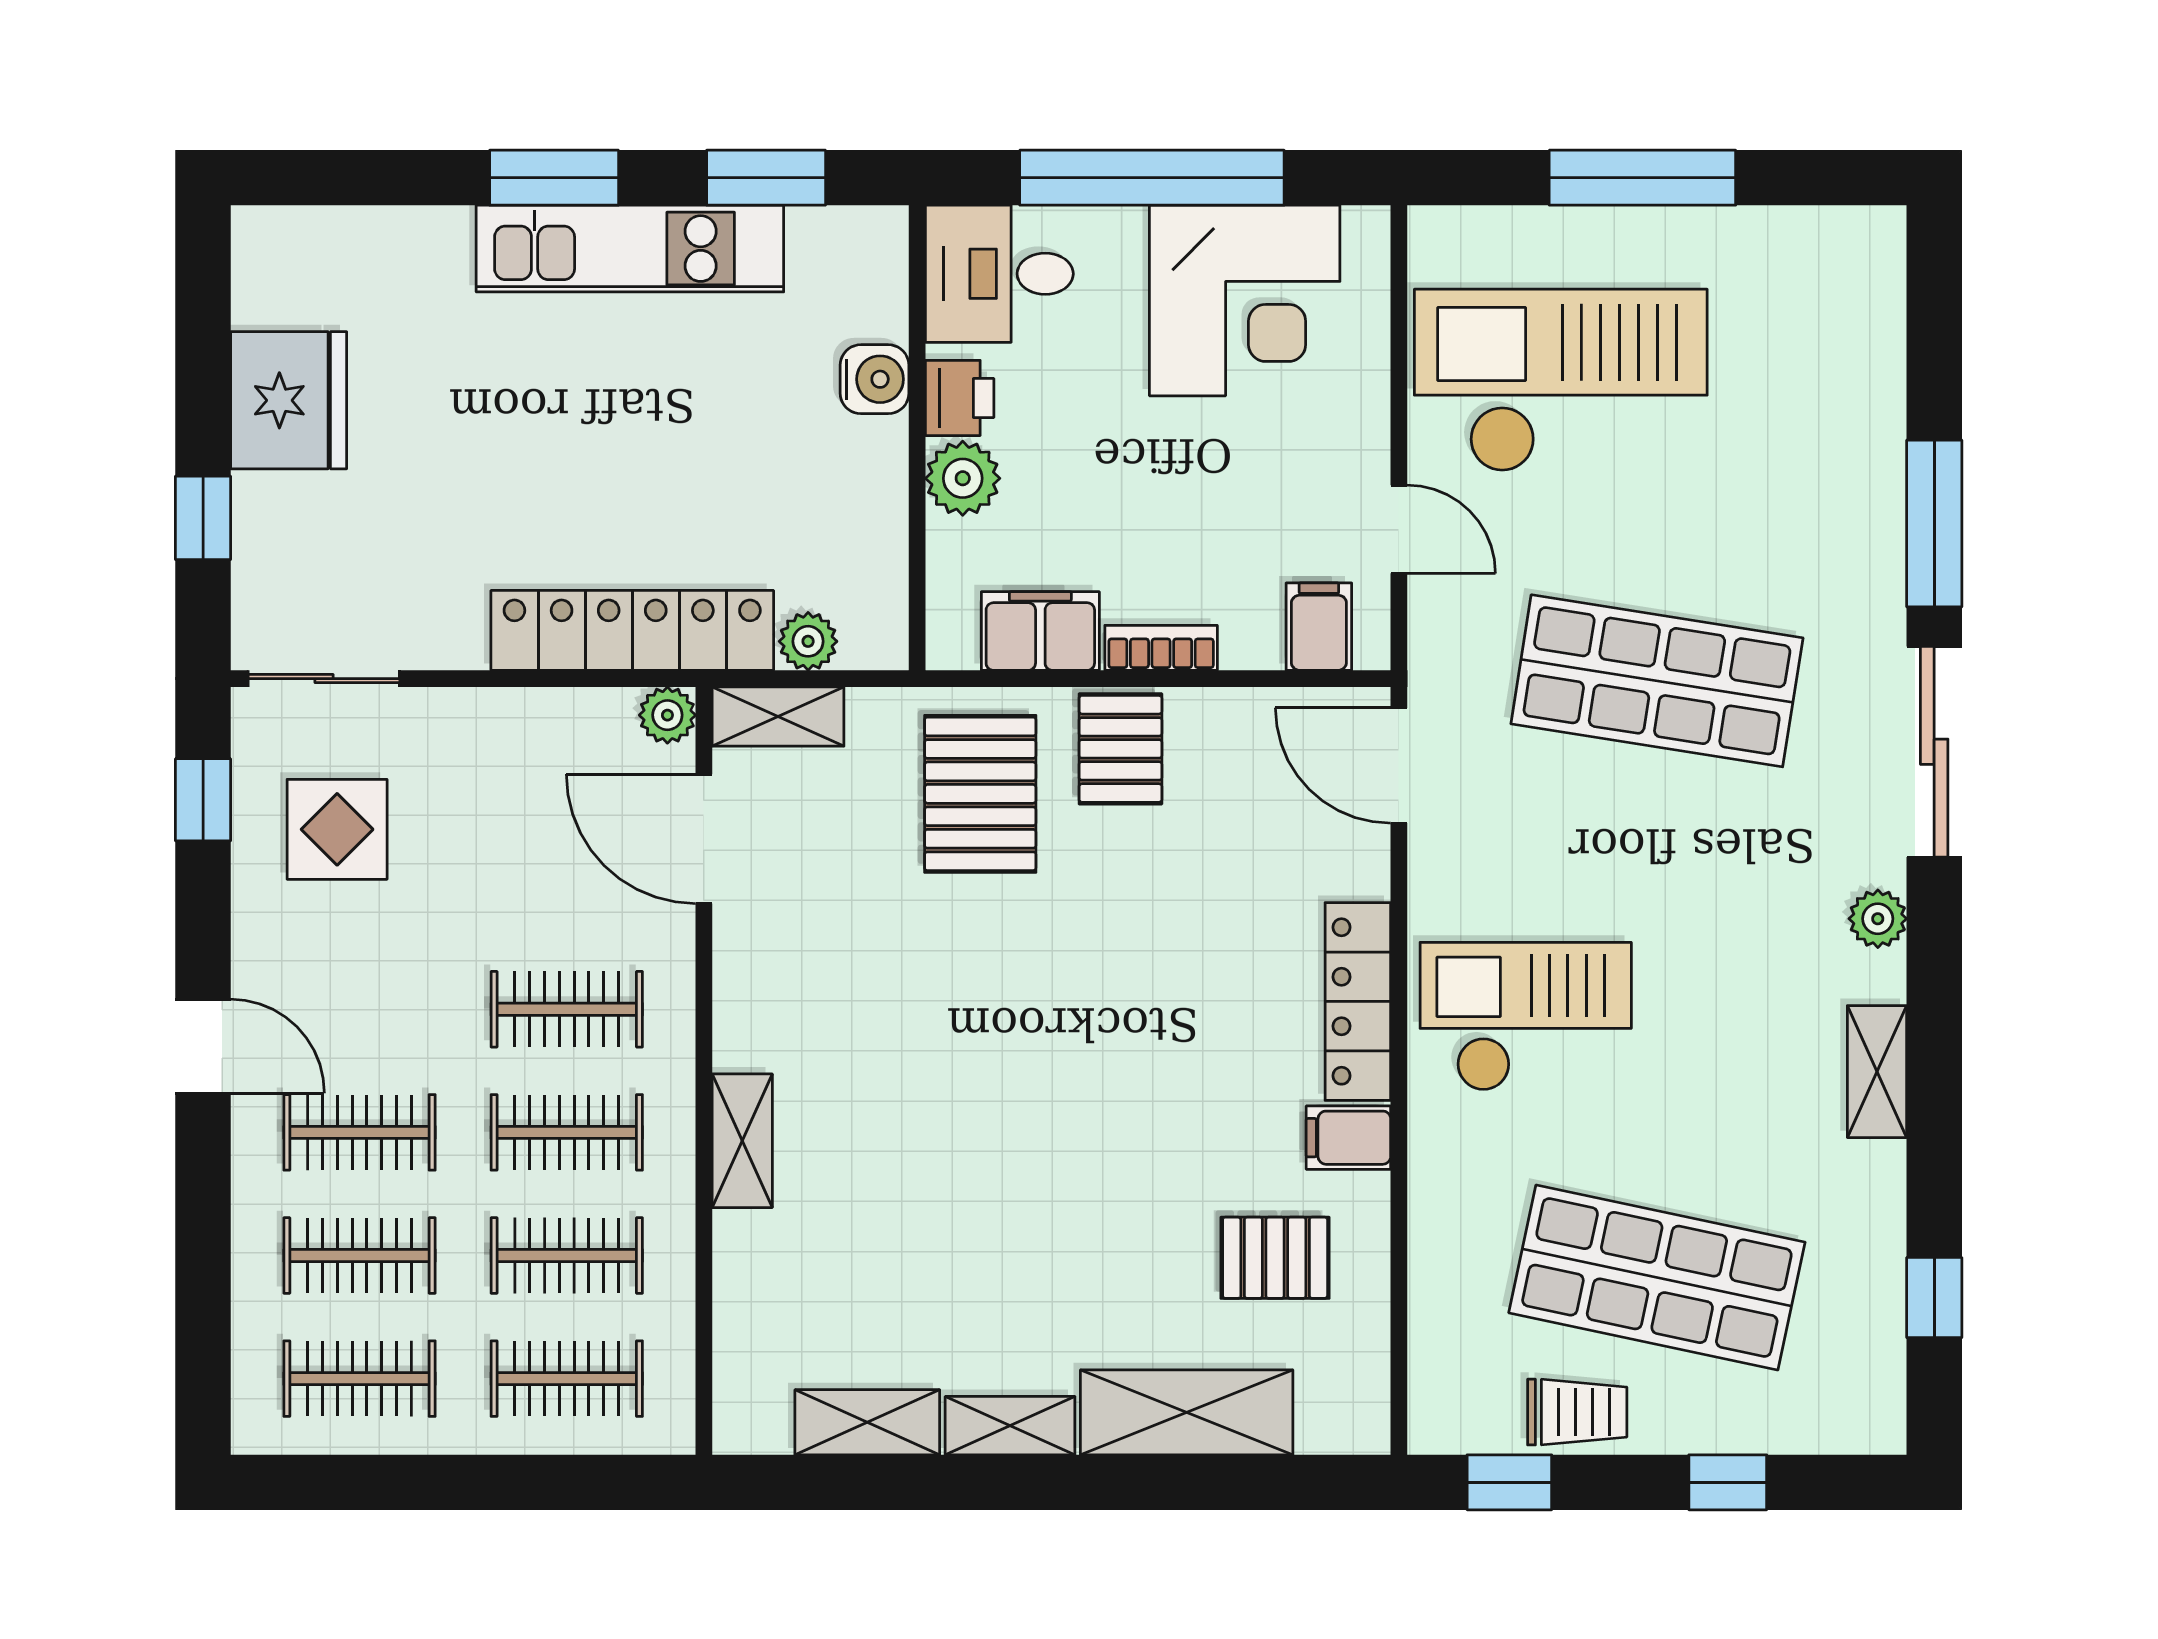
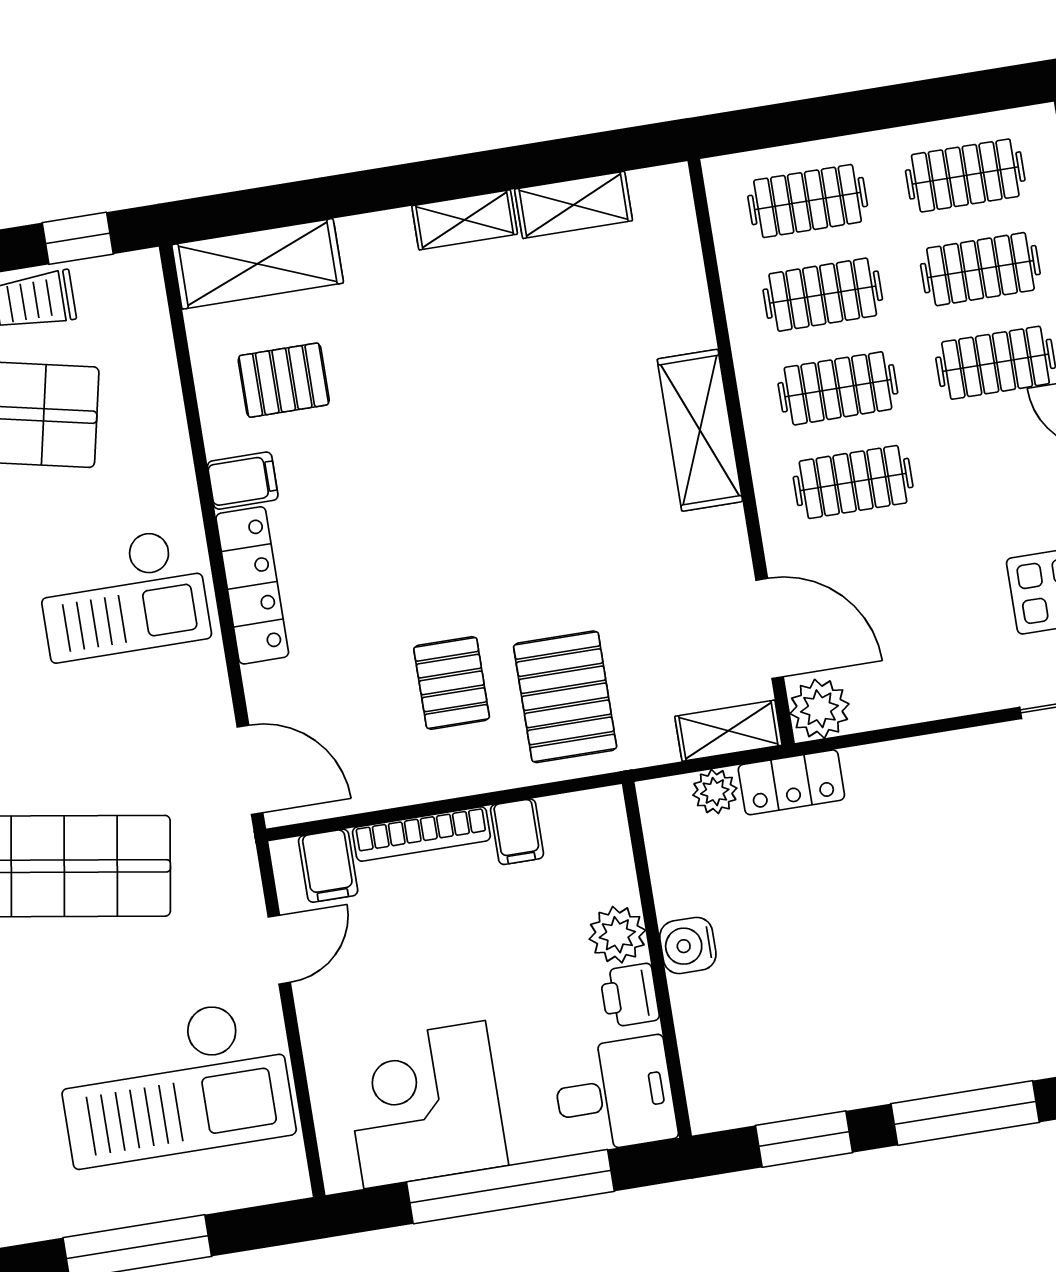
window: (554, 178) -> (965, 1113), width x1.44
kitchen unit: (630, 249) -> (899, 1068), removed
water cooler: (875, 379) -> (688, 945), moved
door: (1399, 529) -> (279, 950), swing flipped
locker: (632, 630) -> (791, 782), width x0.46, depth x0.83
filing cabinet: (1040, 631) -> (517, 832), width x0.50
bookcase: (1161, 648) -> (421, 834), width x1.56
plant: (667, 715) -> (819, 709), width x1.38, depth x1.38
pallet: (1120, 749) -> (452, 683), moved
shelving: (742, 1141) -> (700, 430), width x1.50, depth x1.33
shelving: (1187, 1412) -> (258, 264), moved

